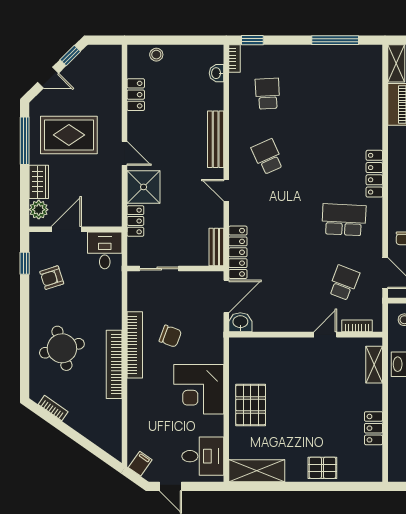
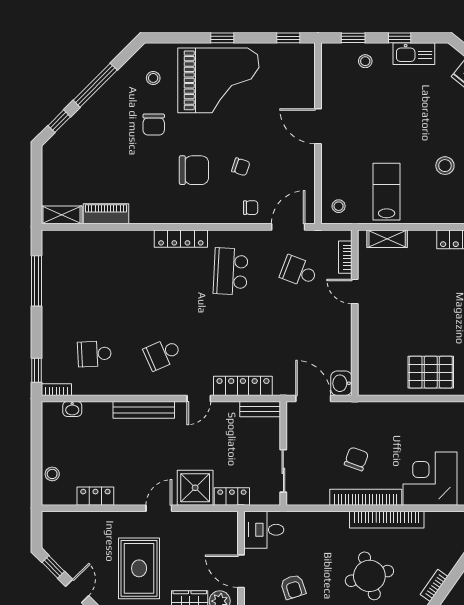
locker: (238, 252) -> (243, 386), moved
corner desk: (199, 389) -> (430, 479), moved, turned 180

